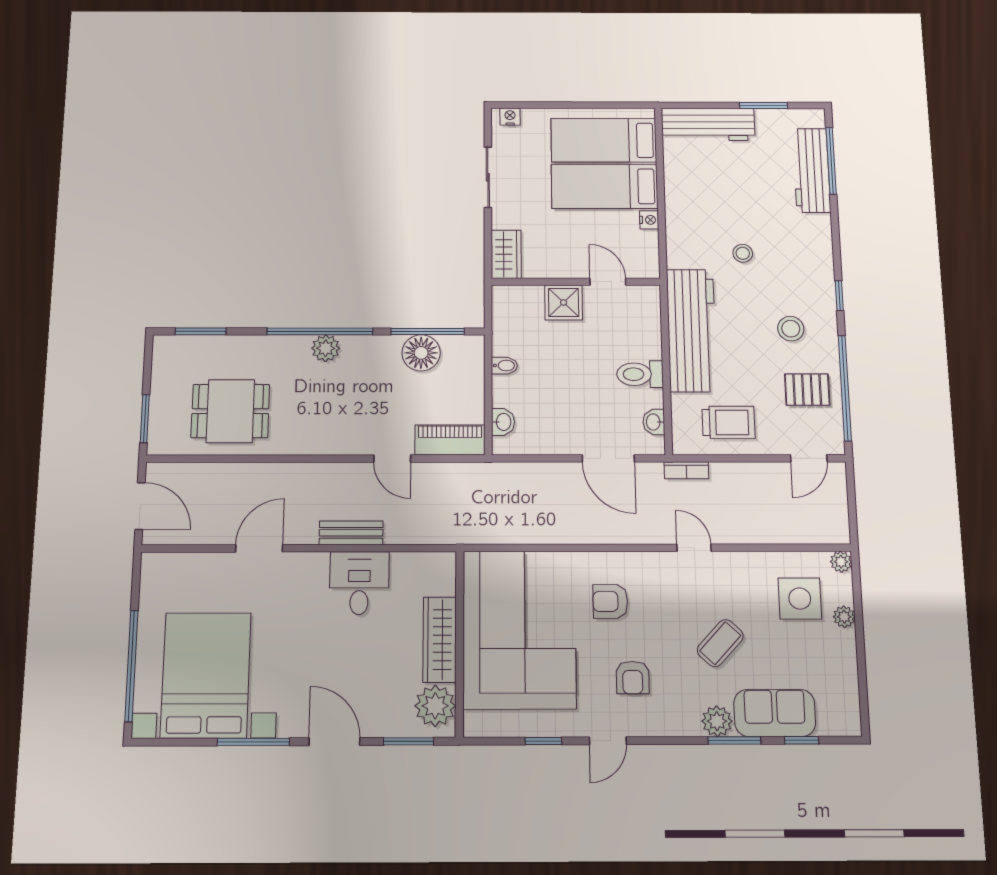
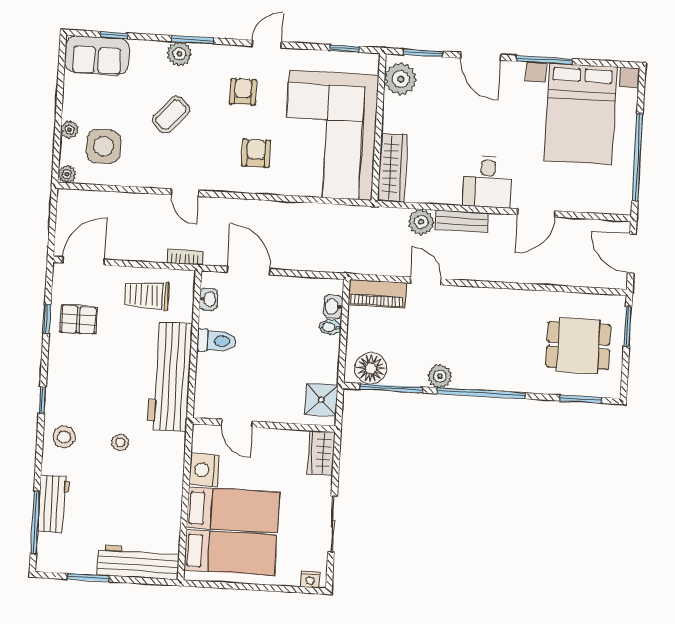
workbench: (812, 170) -> (54, 504), width x0.73
nightstand: (649, 220) -> (204, 470), width x1.89, depth x1.79
shower: (564, 302) -> (321, 400), moved
stool: (791, 329) -> (64, 437), moved
plant: (326, 348) -> (440, 376), moved
floor lamp: (421, 353) -> (371, 368), moved
bidet: (504, 366) -> (330, 327), moved
window: (845, 388) -> (47, 319), width x0.32
dining table: (230, 411) -> (578, 346), moved
door: (809, 458) -> (84, 261), width x1.38
plant: (401, 529) -> (421, 222), added
desk: (359, 583) -> (488, 182), moved
armchair: (610, 601) -> (256, 153), turned -90
wardrobe: (440, 640) -> (392, 168), moved
window: (131, 666) -> (637, 157), moved
sofa: (775, 713) -> (97, 55), moved
window: (734, 740) -> (193, 40), moved
window: (543, 741) -> (345, 48), moved

